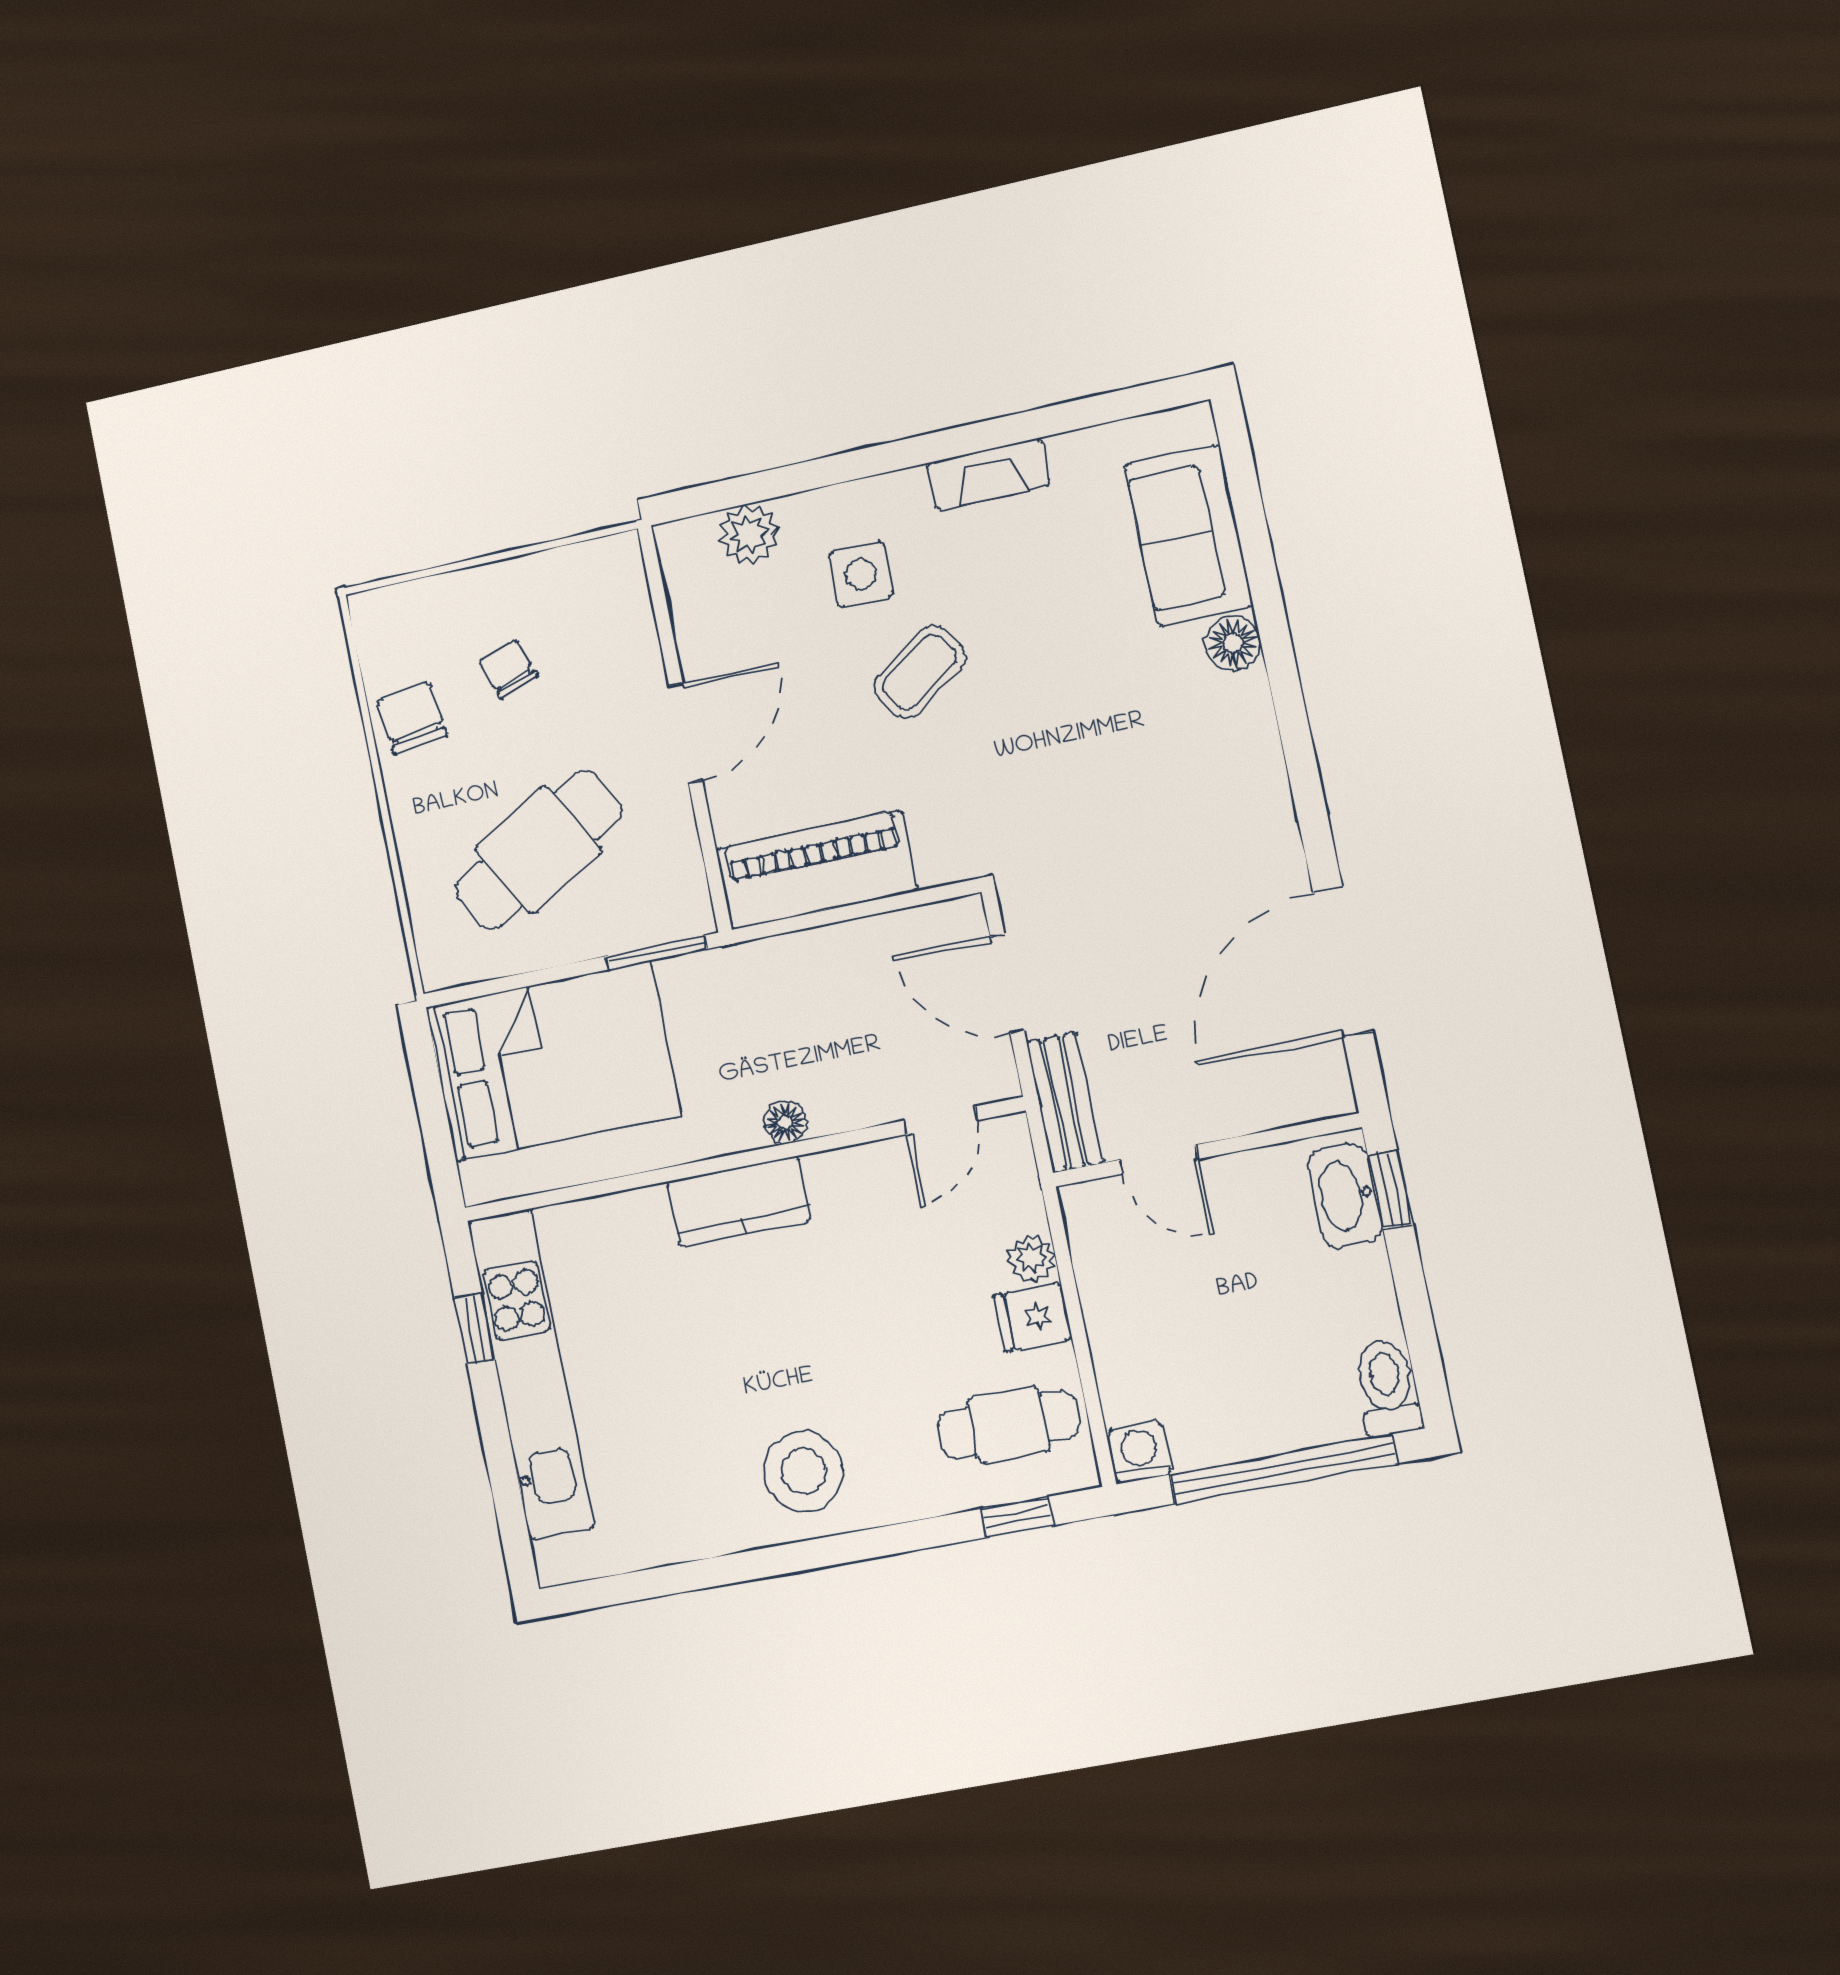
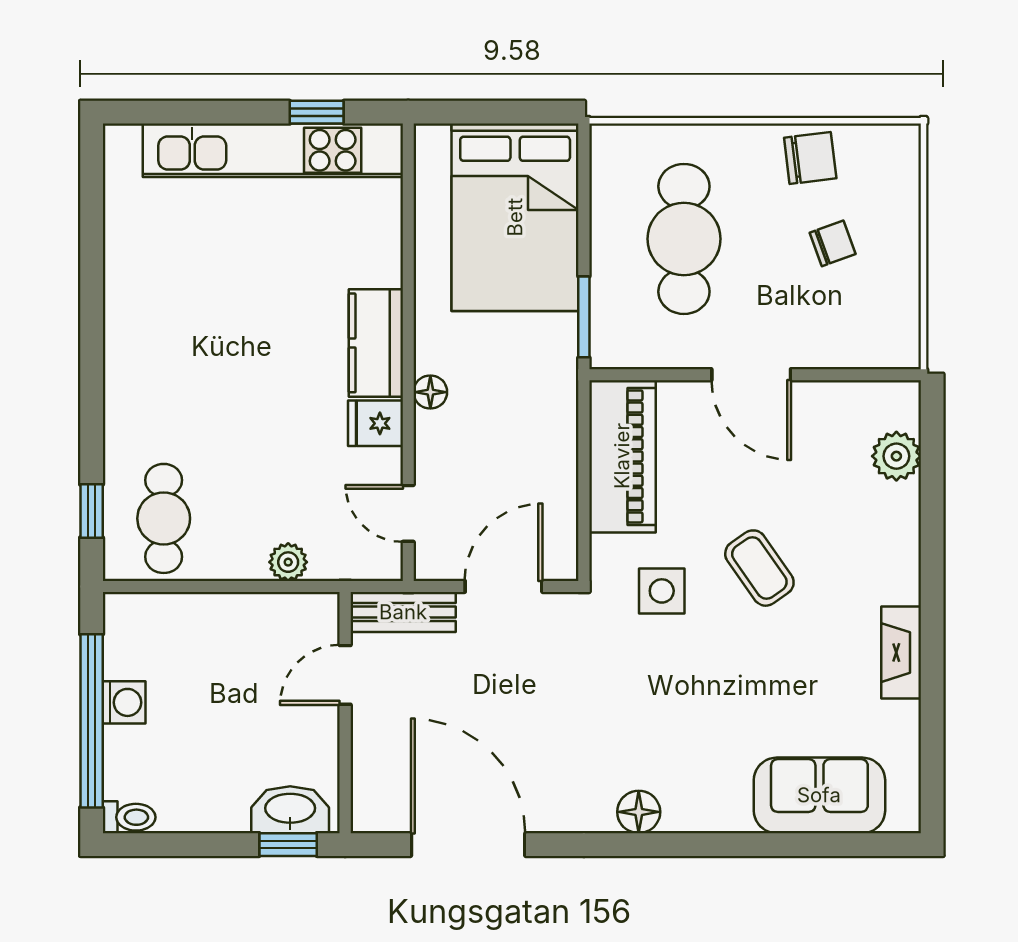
side table: (861, 575) -> (662, 591), moved
floor lamp: (1233, 643) -> (639, 812), moved
cafe table: (538, 850) -> (684, 239), turned 30
fridge: (1033, 1317) -> (376, 423), moved, turned -90
toilet: (1387, 1387) -> (129, 817), width x0.73, depth x0.72
washing machine: (1140, 1452) -> (124, 702), moved
stool: (804, 1471) -> (157, 352), removed

